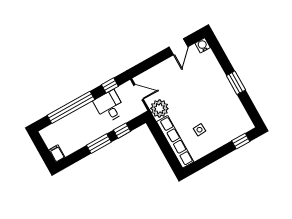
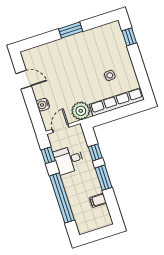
water cooler: (203, 45) -> (43, 105), moved
filing cabinet: (57, 154) -> (98, 200), moved

